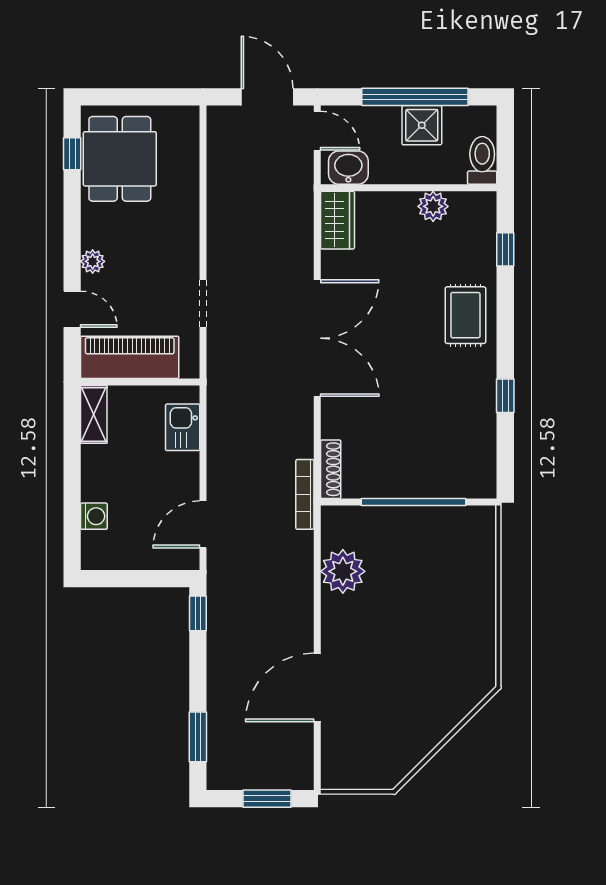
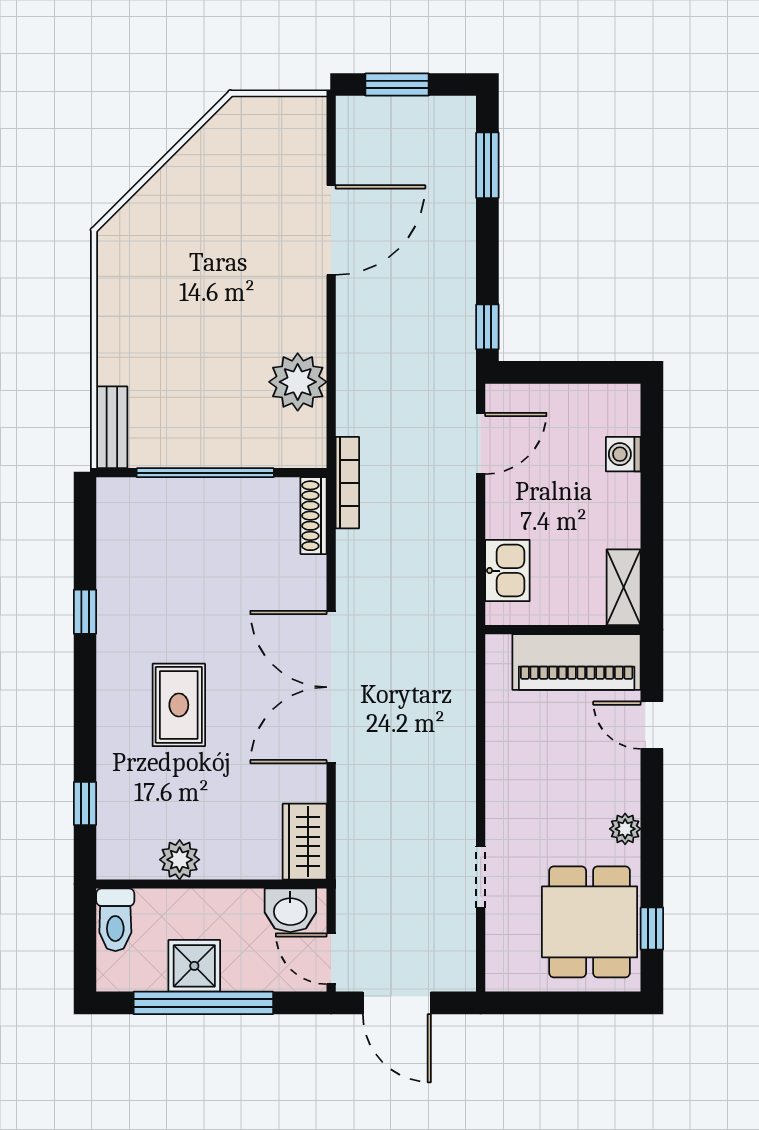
plant: (93, 261) -> (625, 829), moved
doorway: (203, 303) -> (481, 877), moved
rug: (465, 315) -> (179, 705), moved
bench: (485, 537) -> (112, 427), added

